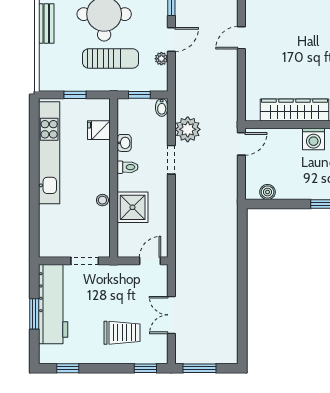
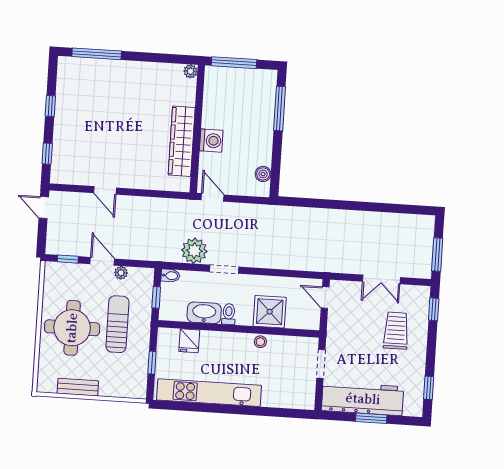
washing machine: (314, 139) -> (211, 141), moved
washbasin: (124, 143) -> (204, 313), width x1.91, depth x1.45

